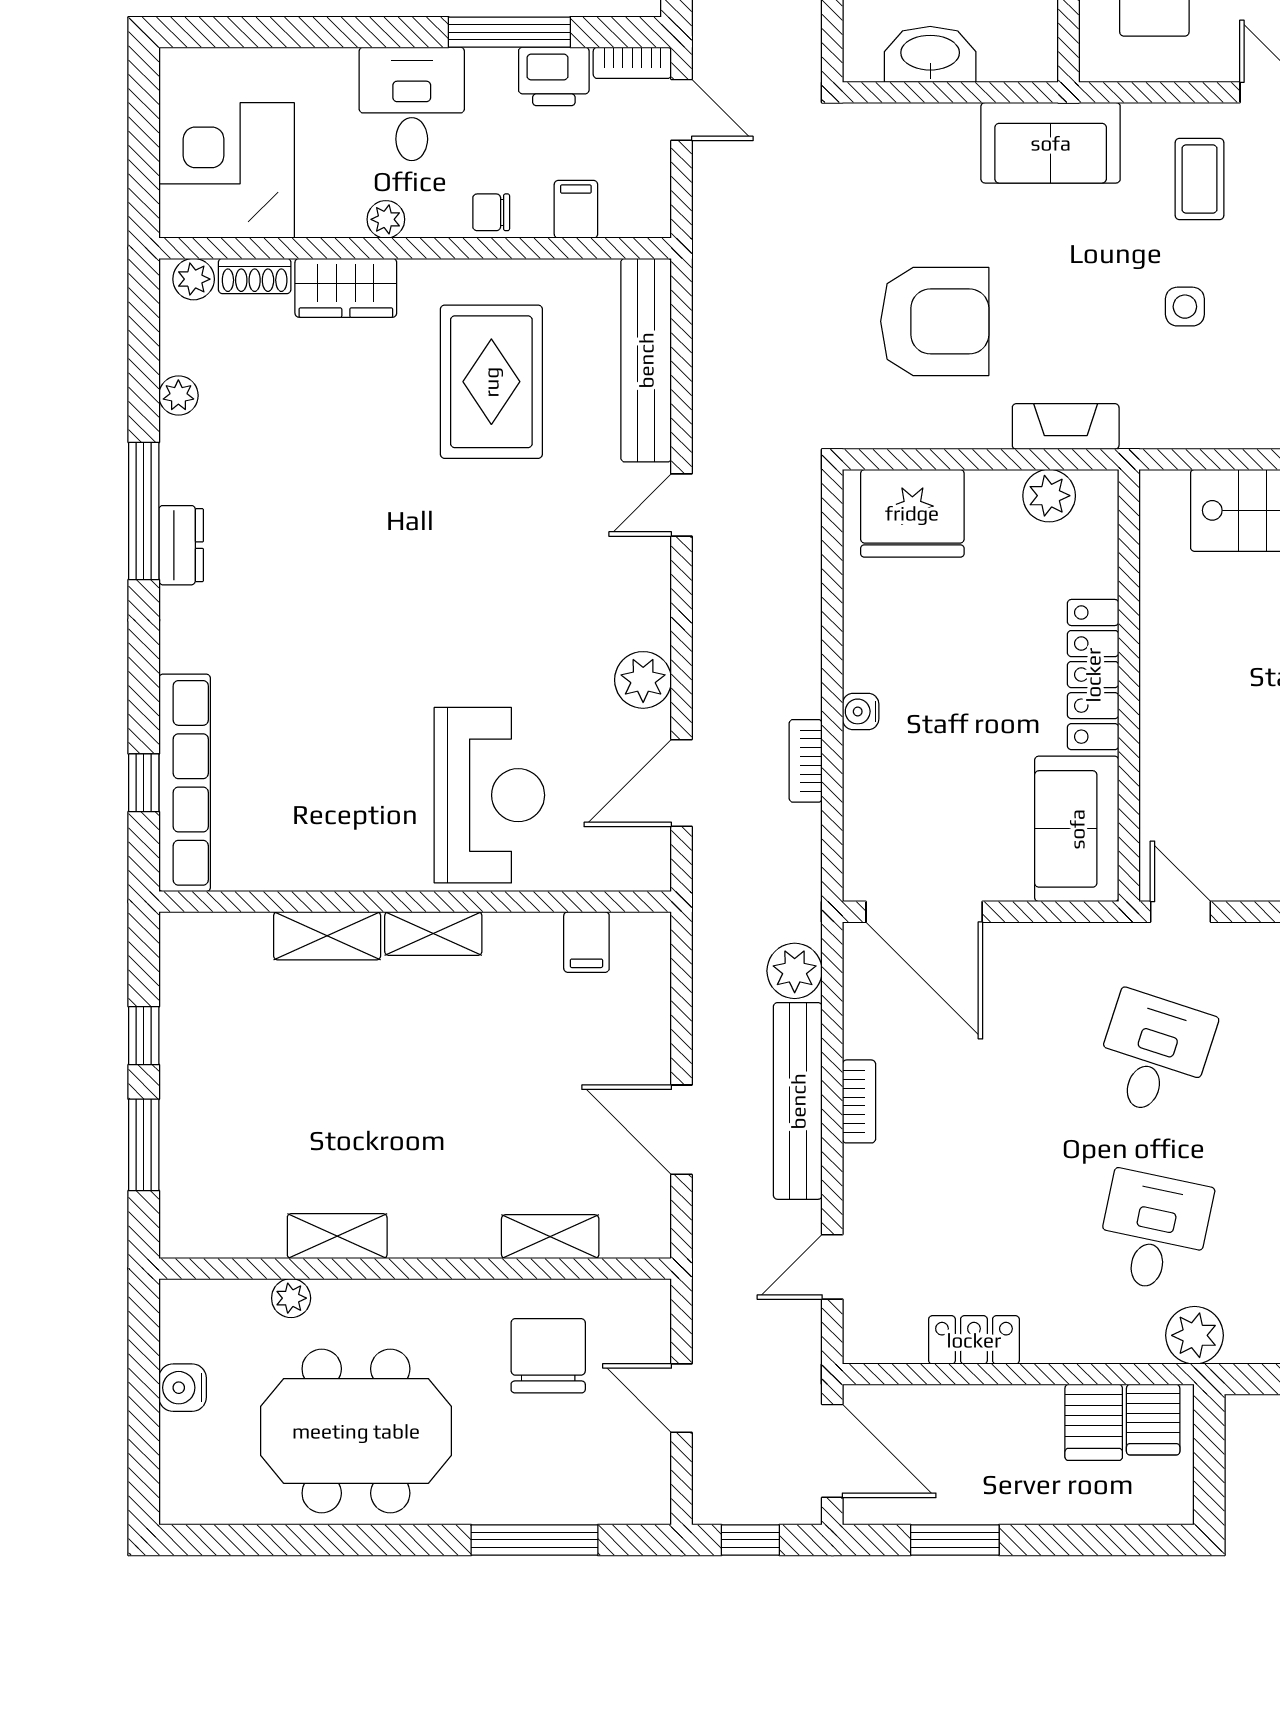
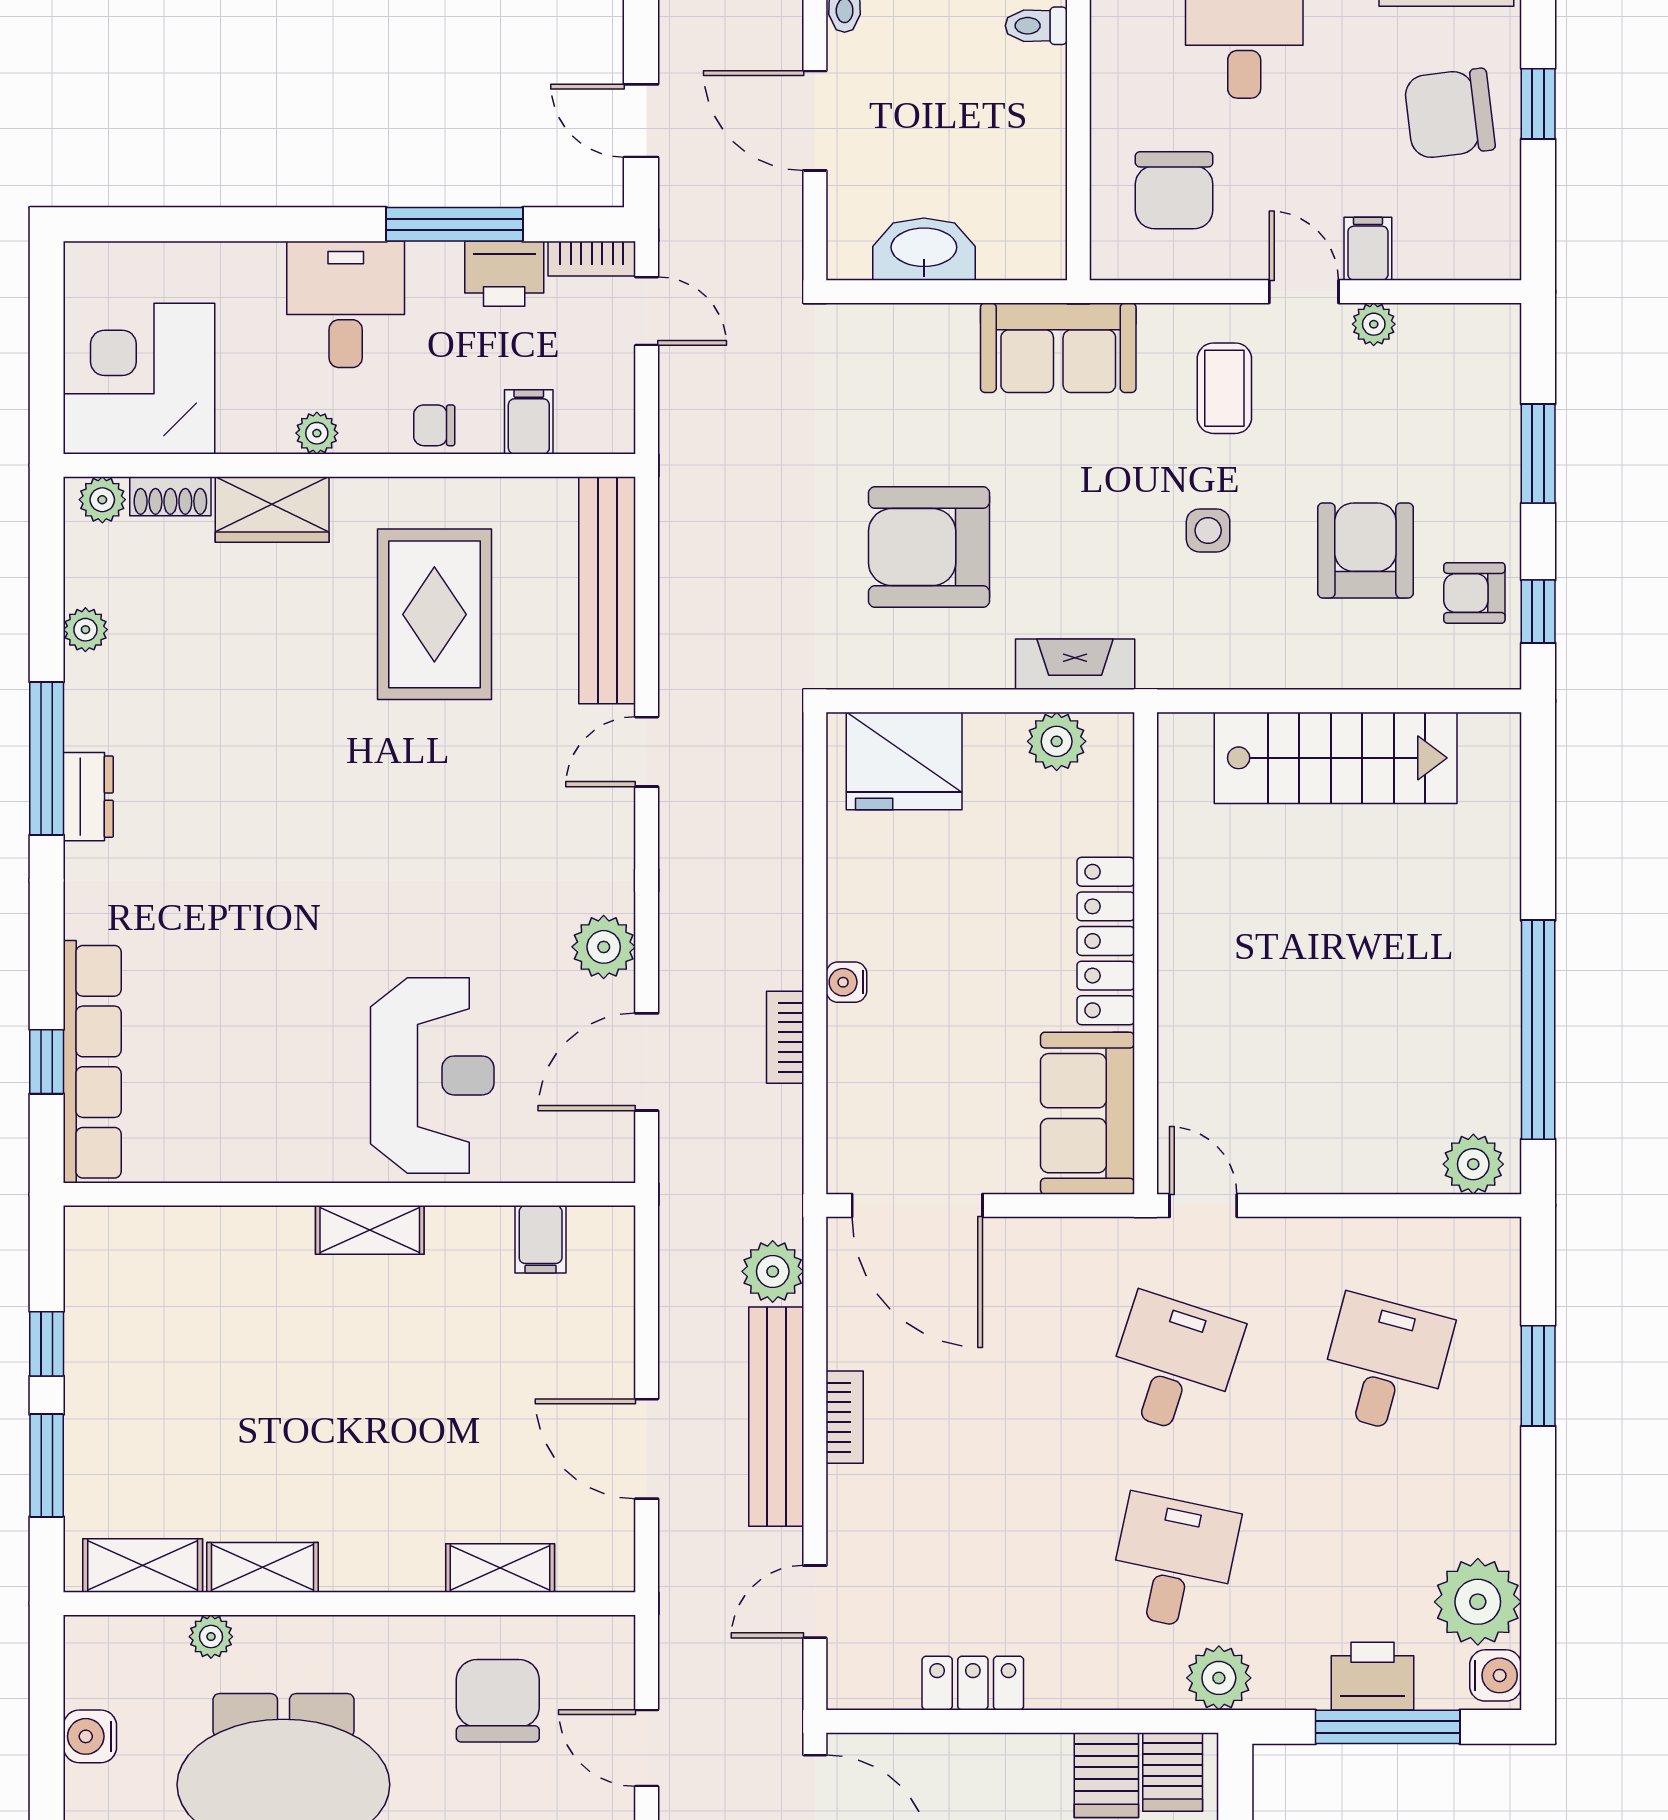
armchair: (935, 321) -> (929, 547), turned 180
shelving: (327, 936) -> (143, 1565), moved

